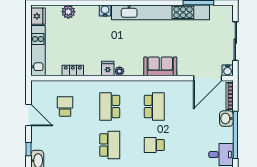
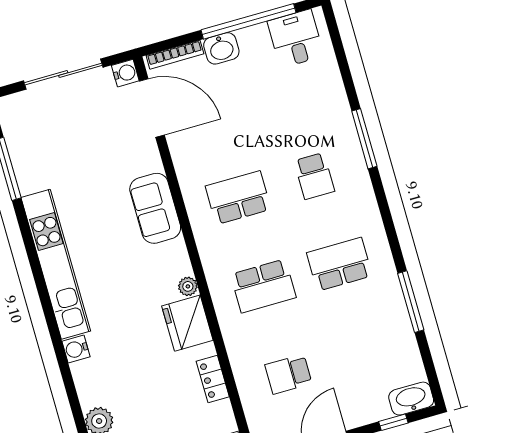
kitchen unit: (160, 12) -> (56, 264), width x0.73
fridge: (108, 69) -> (187, 323), width x1.88, depth x1.34

